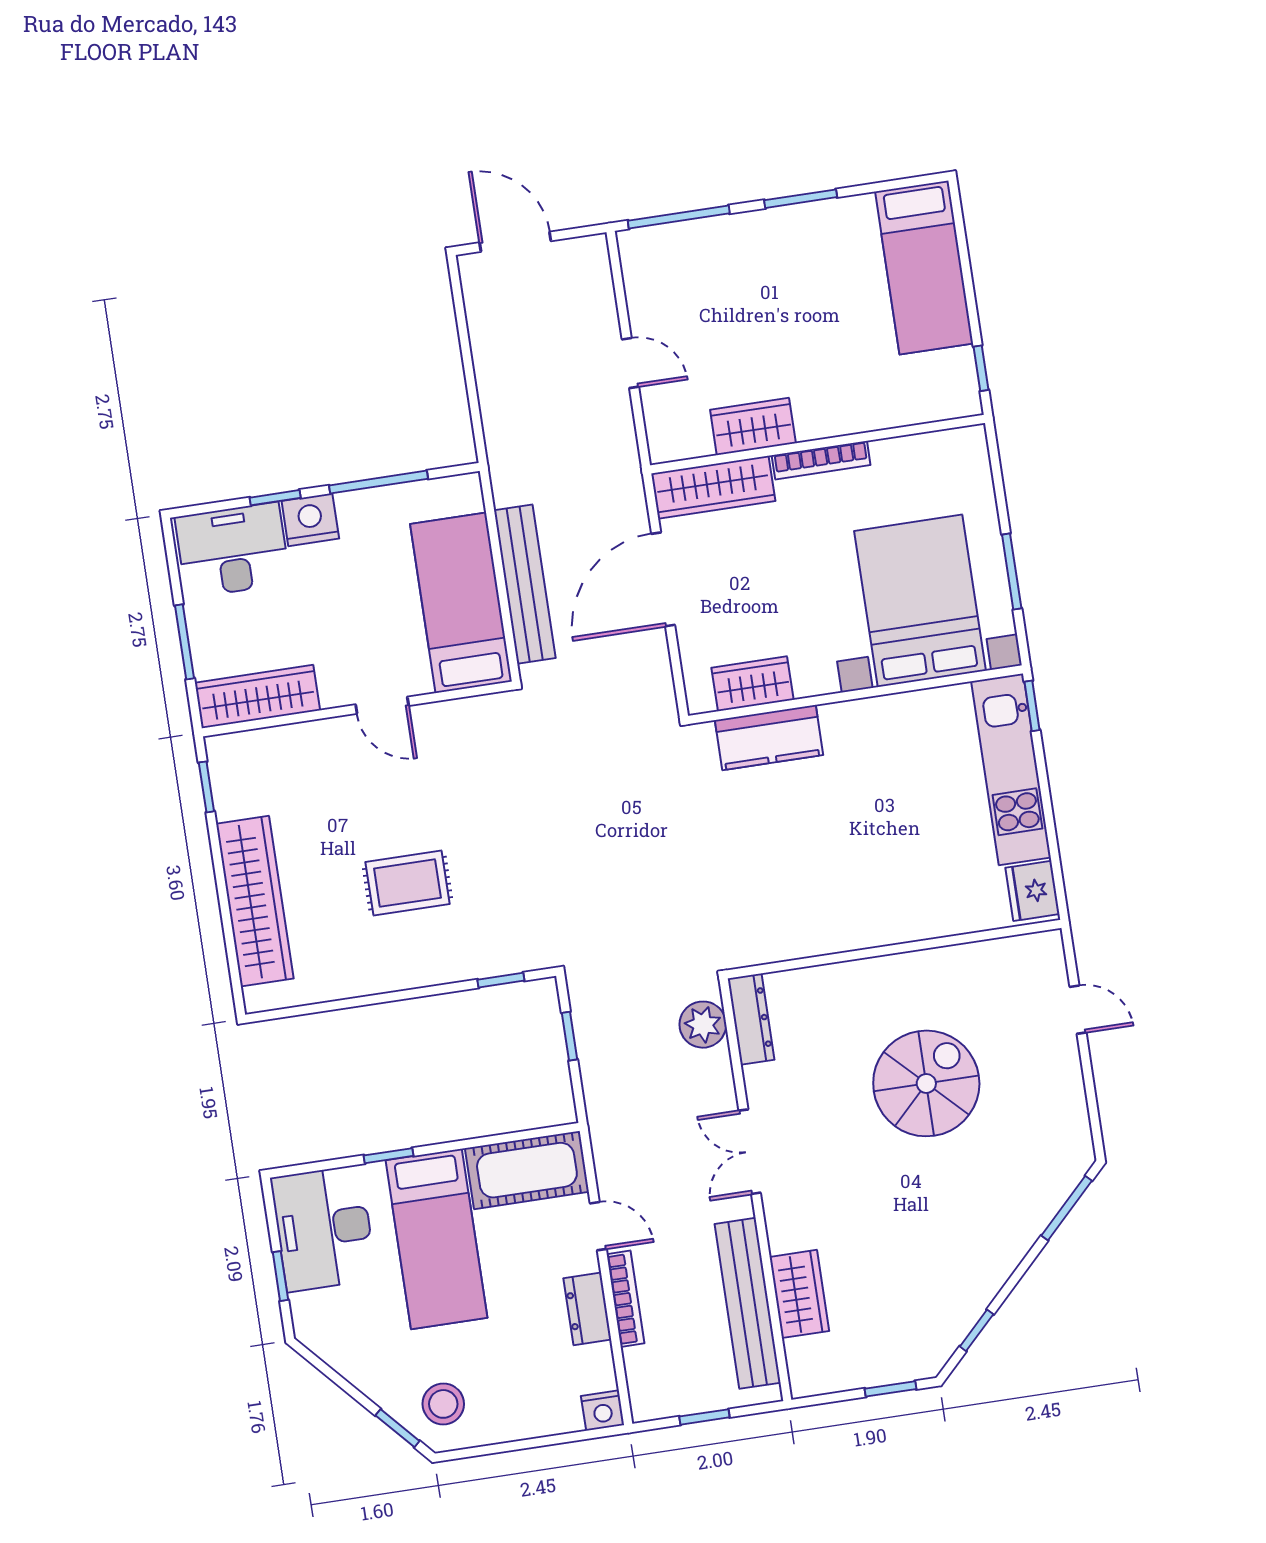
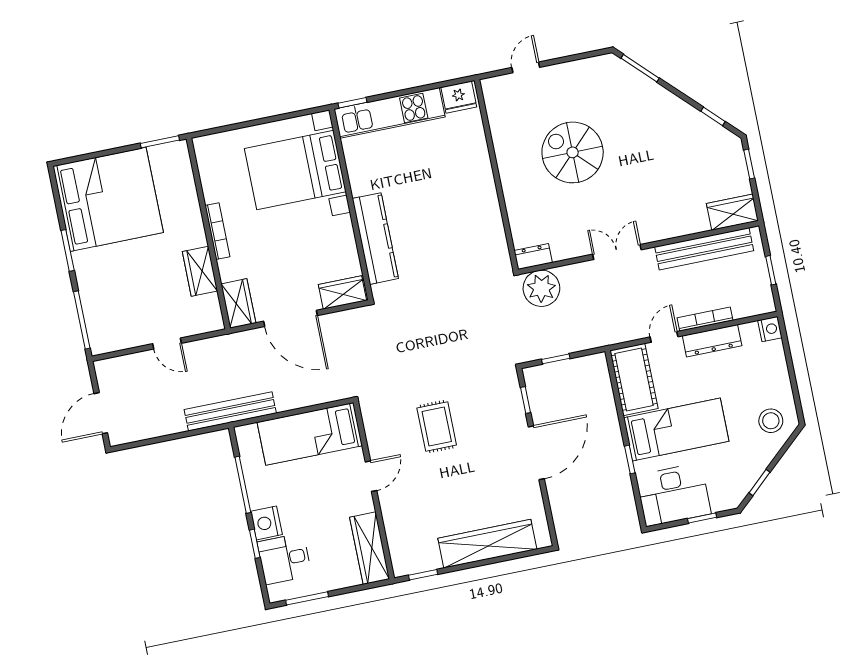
bed: (924, 268) -> (108, 199), width x2.04
door: (630, 363) -> (167, 344), swing flipped
window: (981, 368) -> (160, 142), width x1.50
wardrobe: (713, 487) -> (238, 303), width x0.67
desk: (233, 550) -> (285, 559), width x0.73
window: (1012, 571) -> (276, 118), removed
bench: (525, 584) -> (230, 411), moved
window: (185, 642) -> (307, 598), moved
wardrobe: (752, 684) -> (342, 292), moved, turned 90
kitchen counter: (769, 738) -> (375, 239), width x1.50
rug: (407, 883) -> (437, 427), moved
door: (408, 994) -> (536, 453), added
dresser: (751, 1019) -> (533, 257), width x0.70
plant: (703, 1025) -> (541, 288), width x1.36, depth x1.36
double door: (750, 1152) -> (617, 252), swing flipped
wardrobe: (799, 1294) -> (732, 212), moved
dresser: (587, 1309) -> (712, 341), width x1.44
window: (397, 1428) -> (759, 482), moved

